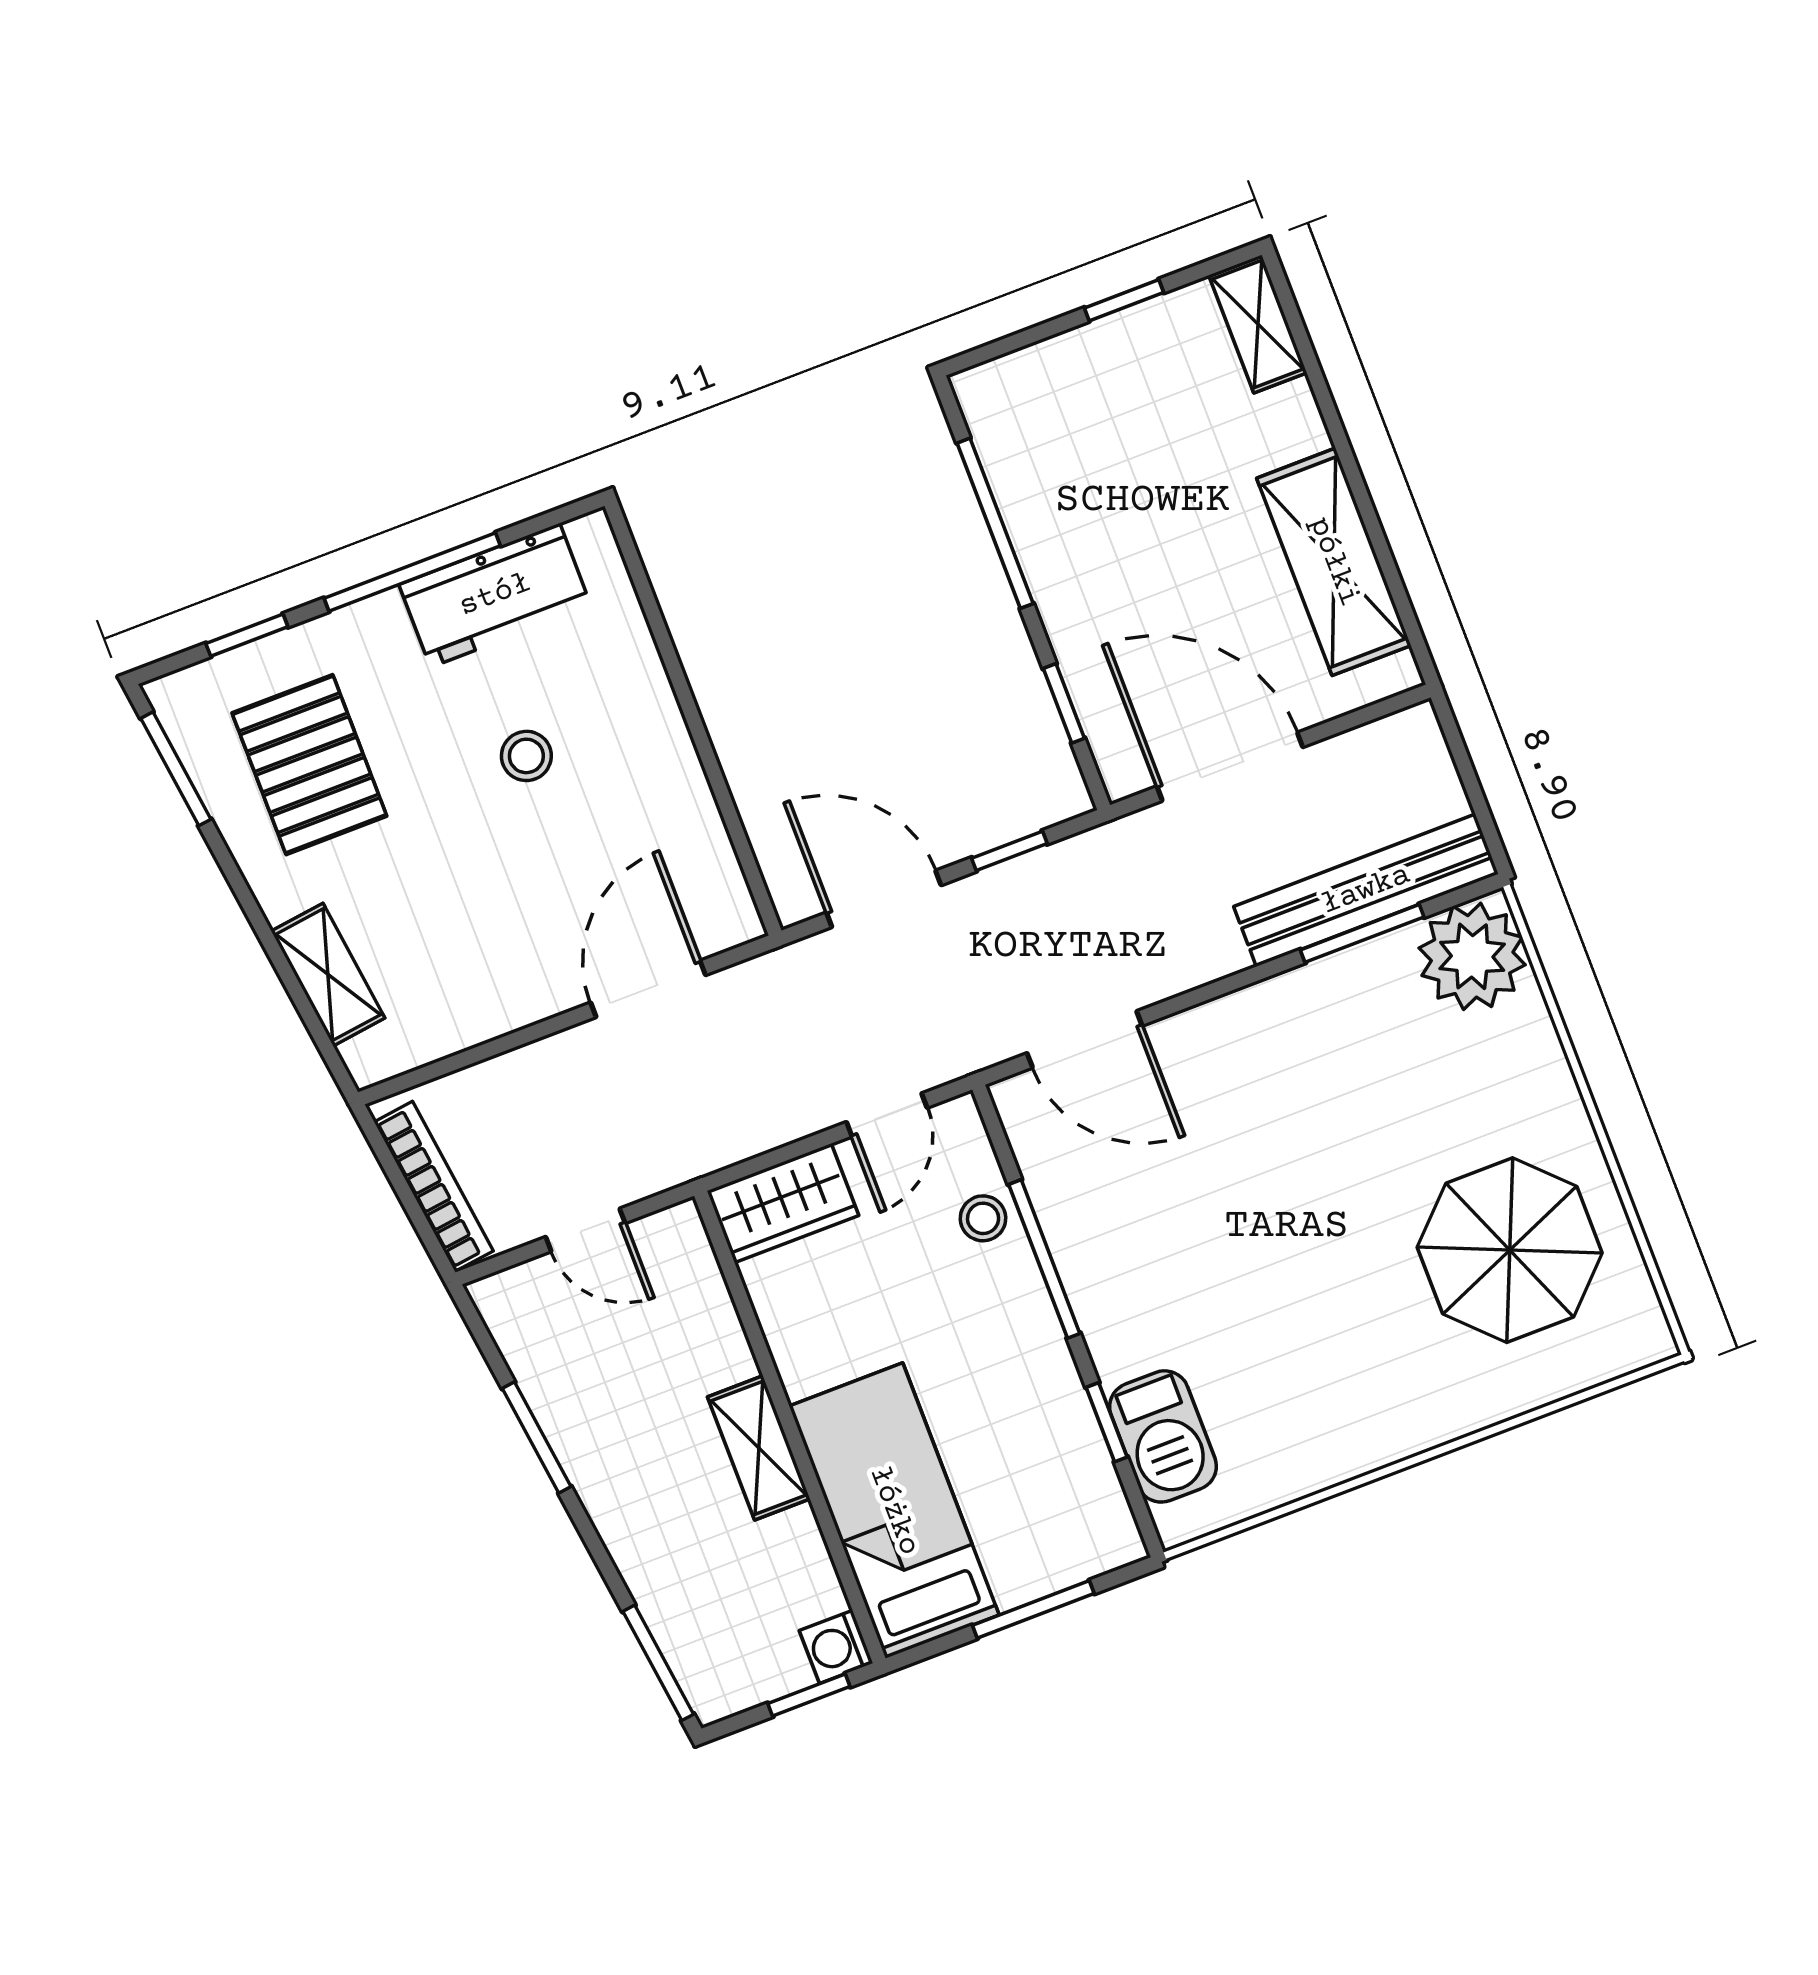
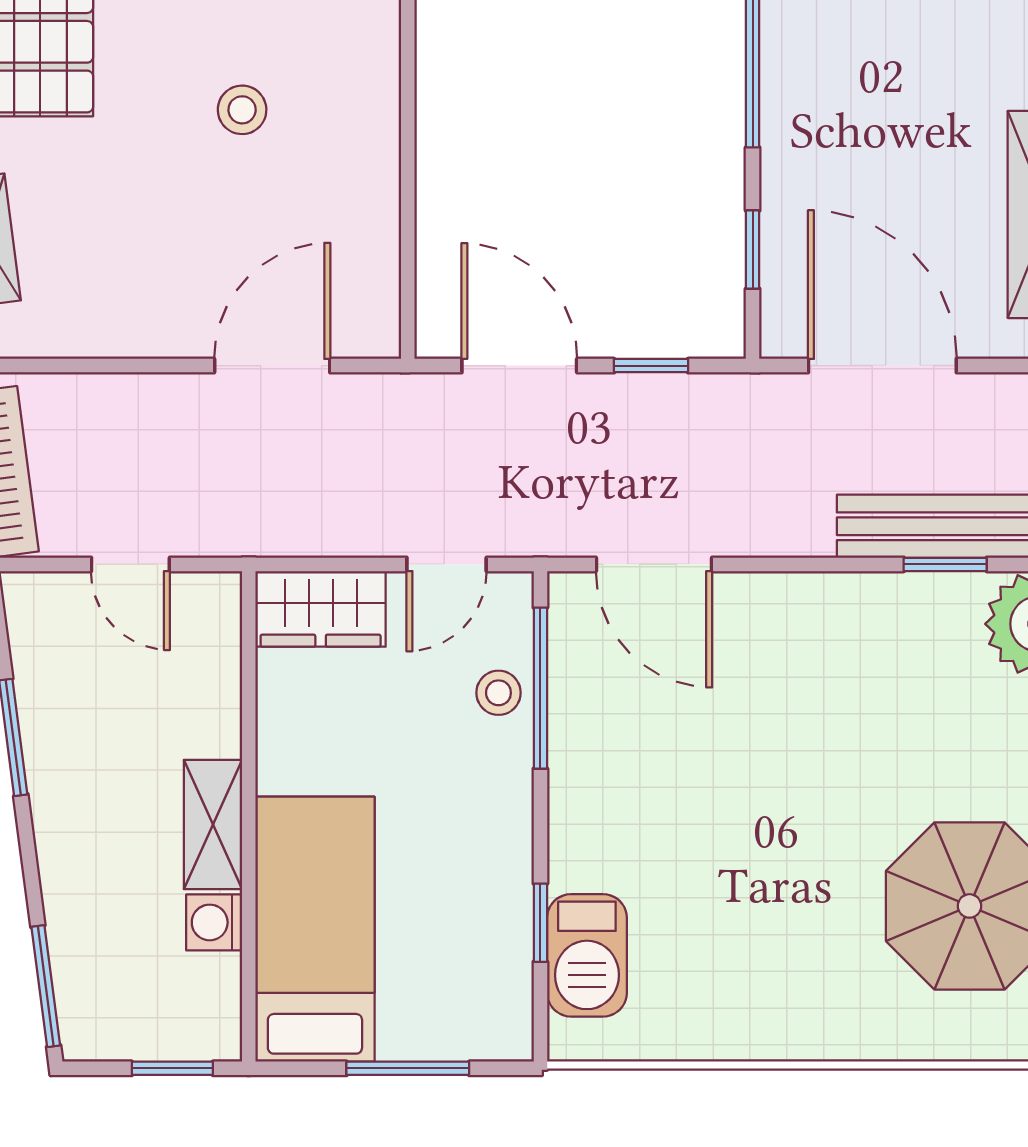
window: (1362, 933) -> (945, 564), width x0.67
window: (1044, 1259) -> (540, 688), moved
washing machine: (836, 1647) -> (214, 922), moved

